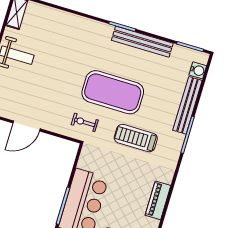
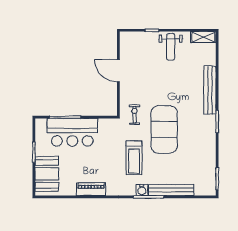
bench: (142, 42) -> (210, 90), moved
water cooler: (198, 70) -> (142, 190), moved
treadmill: (136, 138) -> (134, 158), turned 180

